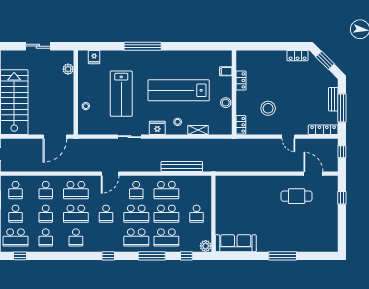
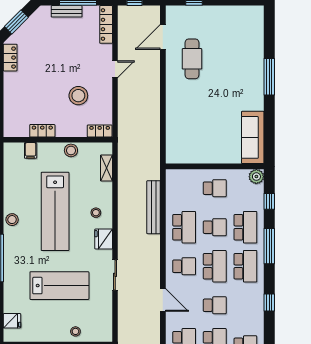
stool: (172, 57) -> (12, 220), added
shelving: (198, 130) -> (106, 168), moved
school desk: (166, 214) -> (215, 227), width x0.54

